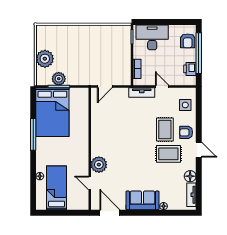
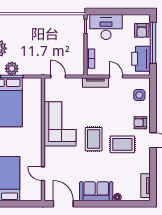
printer: (190, 69) -> (141, 59), width x1.87, depth x1.48
door: (105, 87) -> (58, 76), swing flipped
rug: (165, 130) -> (94, 139), moved
corner sofa: (107, 134) -> (60, 124), added
plant: (99, 165) -> (52, 155), removed
floor lamp: (190, 176) -> (144, 167), removed

